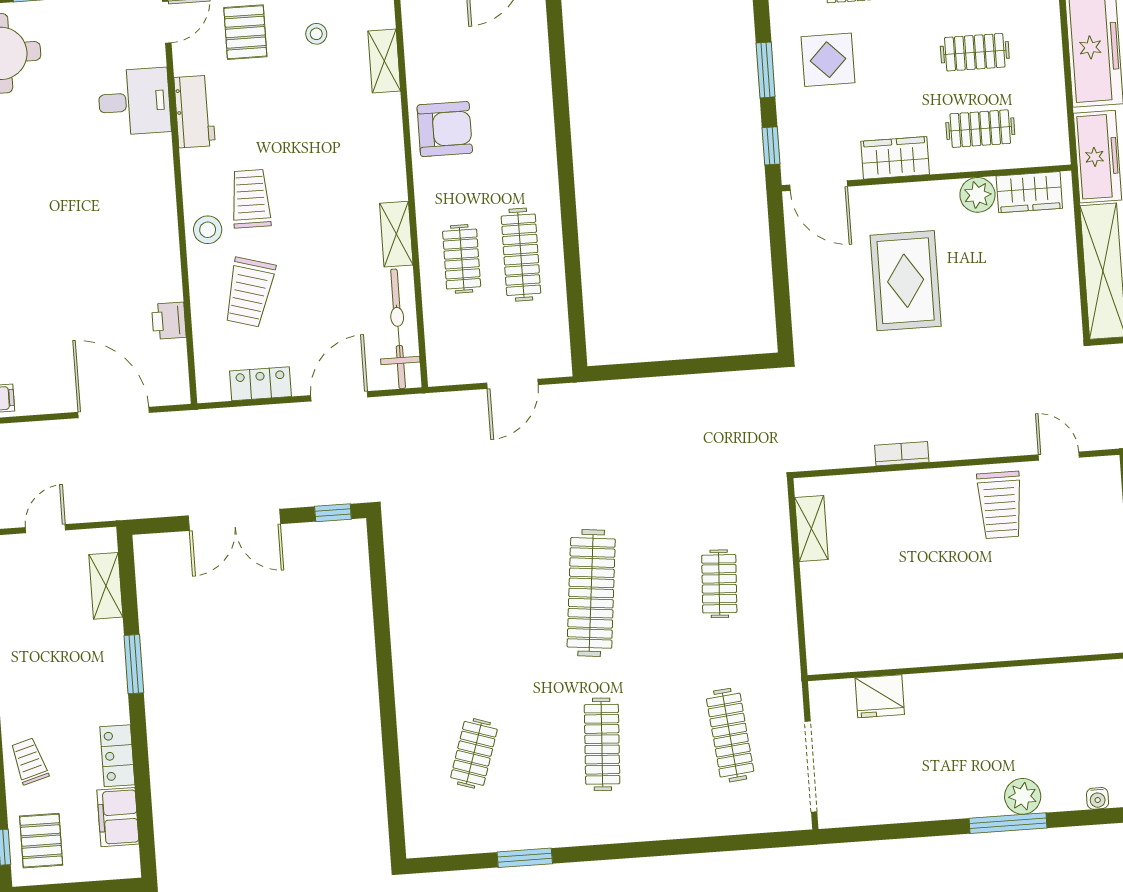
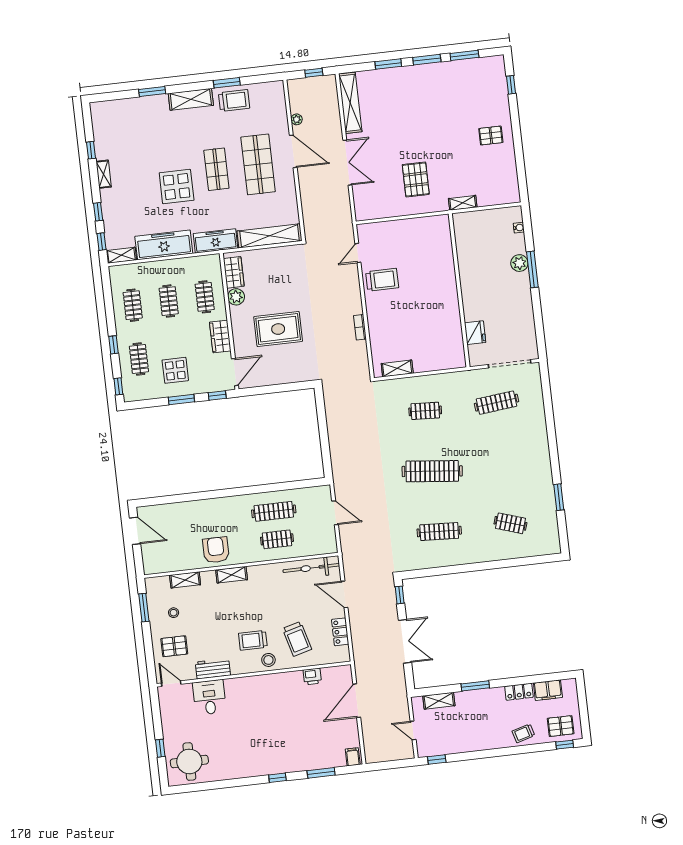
shelving: (396, 234) -> (232, 575), moved
trolley: (249, 292) -> (297, 639), turned 59
clothes rail: (602, 744) -> (439, 532), moved

